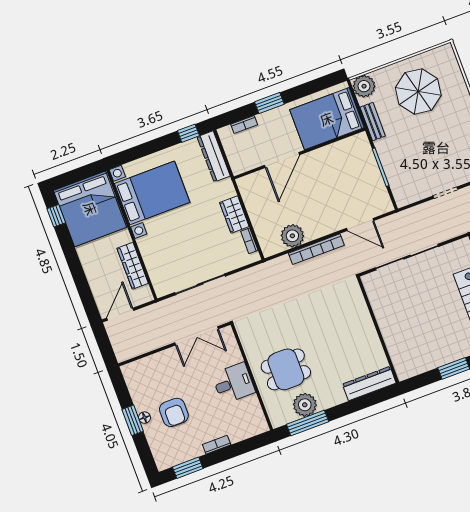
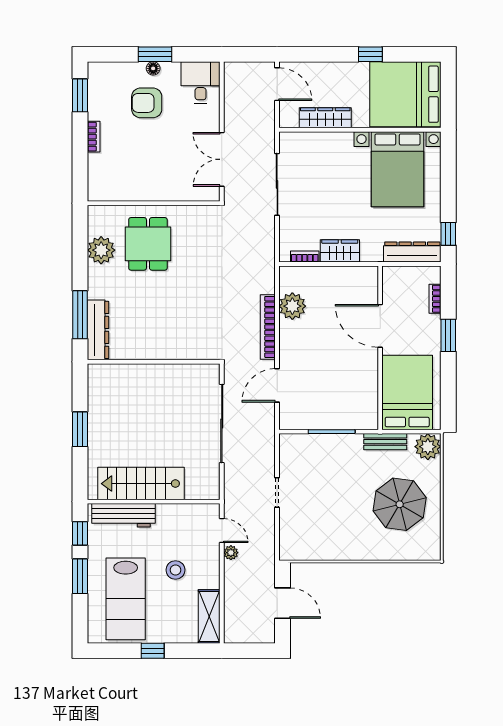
window: (56, 216) -> (370, 54), moved
desk: (234, 383) -> (201, 82), moved, turned 180
window: (308, 423) -> (80, 315), moved

